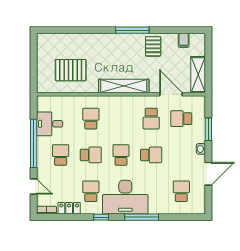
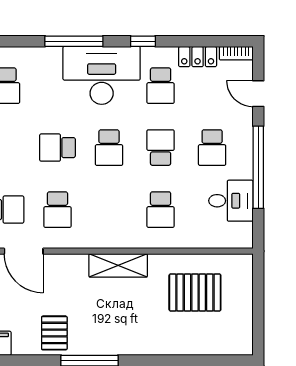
shelving: (124, 86) -> (118, 265), width x0.68
school desk: (151, 119) -> (58, 210), turned 180
school desk: (91, 155) -> (161, 148), turned 90

